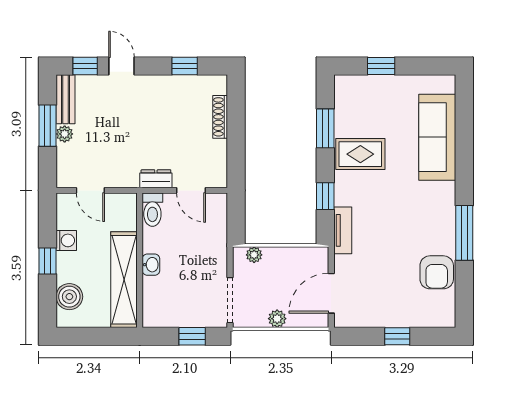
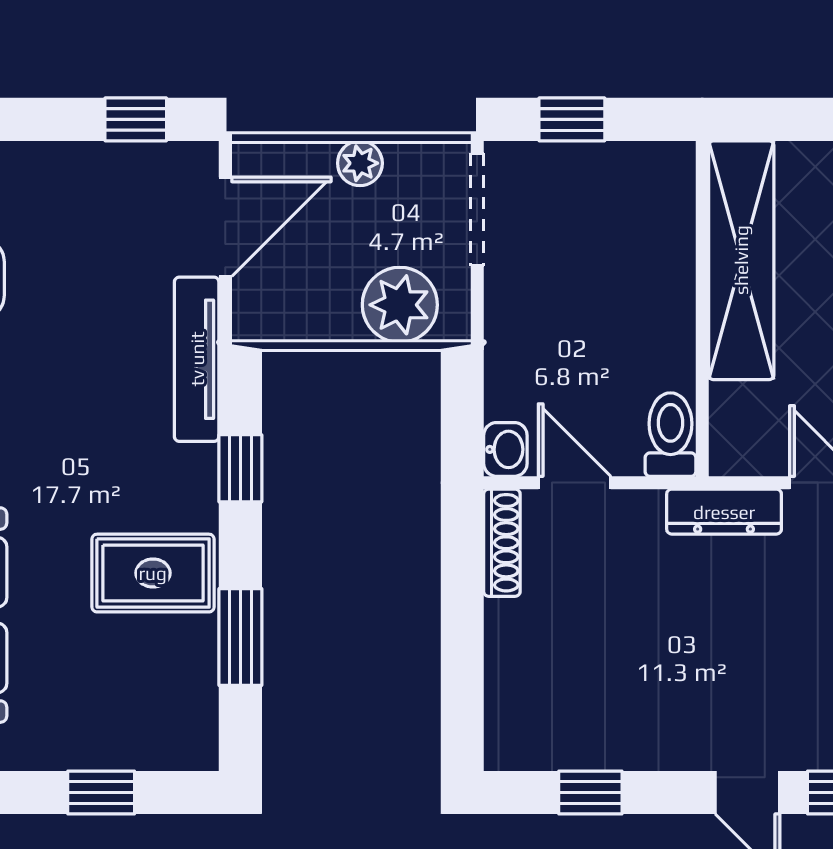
shoe rack: (220, 117) -> (502, 543), moved
dresser: (156, 179) -> (724, 512), moved, width x1.44
tv unit: (343, 230) -> (197, 359), width x1.41
plant: (254, 255) -> (400, 305), width x1.87, depth x1.87
washbasin: (151, 265) -> (505, 449), moved, turned 180
window: (397, 336) -> (136, 119), moved

